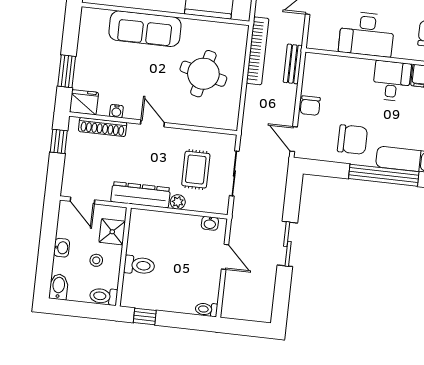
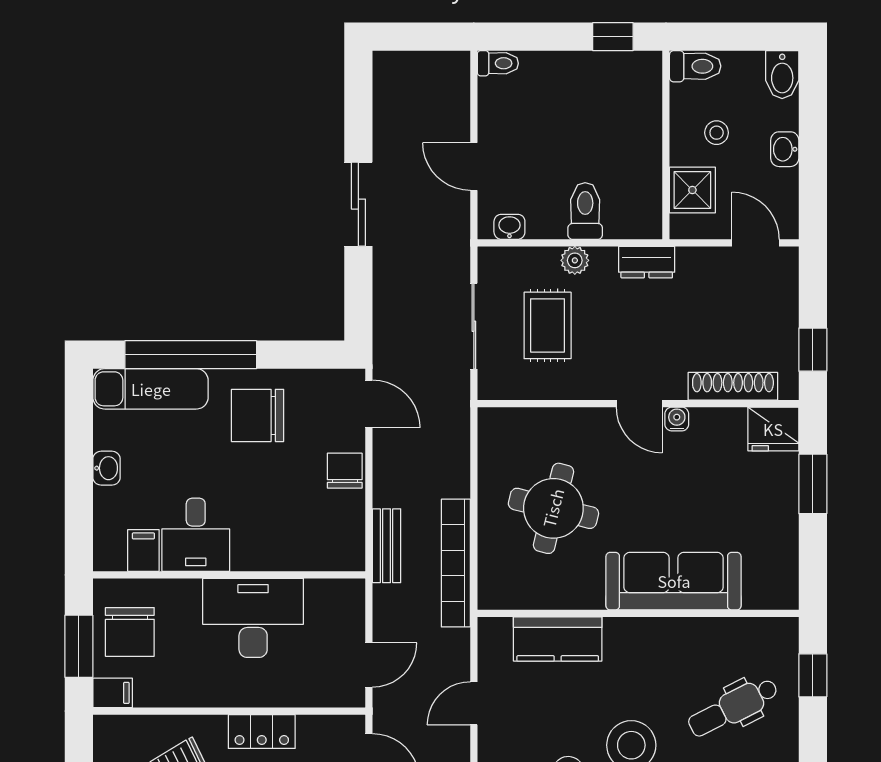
water cooler: (116, 111) -> (677, 419), moved
dresser: (141, 195) -> (647, 262), width x0.51, depth x0.80
toilet: (139, 265) -> (585, 211), moved, turned 90

